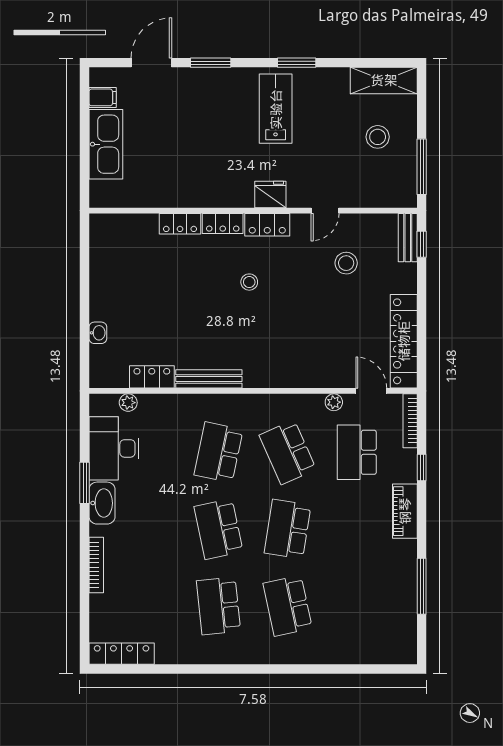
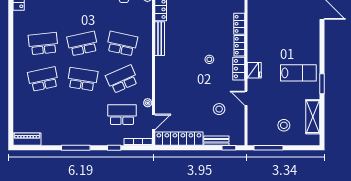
window: (211, 63) -> (322, 40), removed
shelving: (384, 80) -> (313, 117), moved
bench: (408, 238) -> (216, 141), moved
piano: (405, 511) -> (27, 139), moved
window: (422, 586) -> (76, 148), moved

